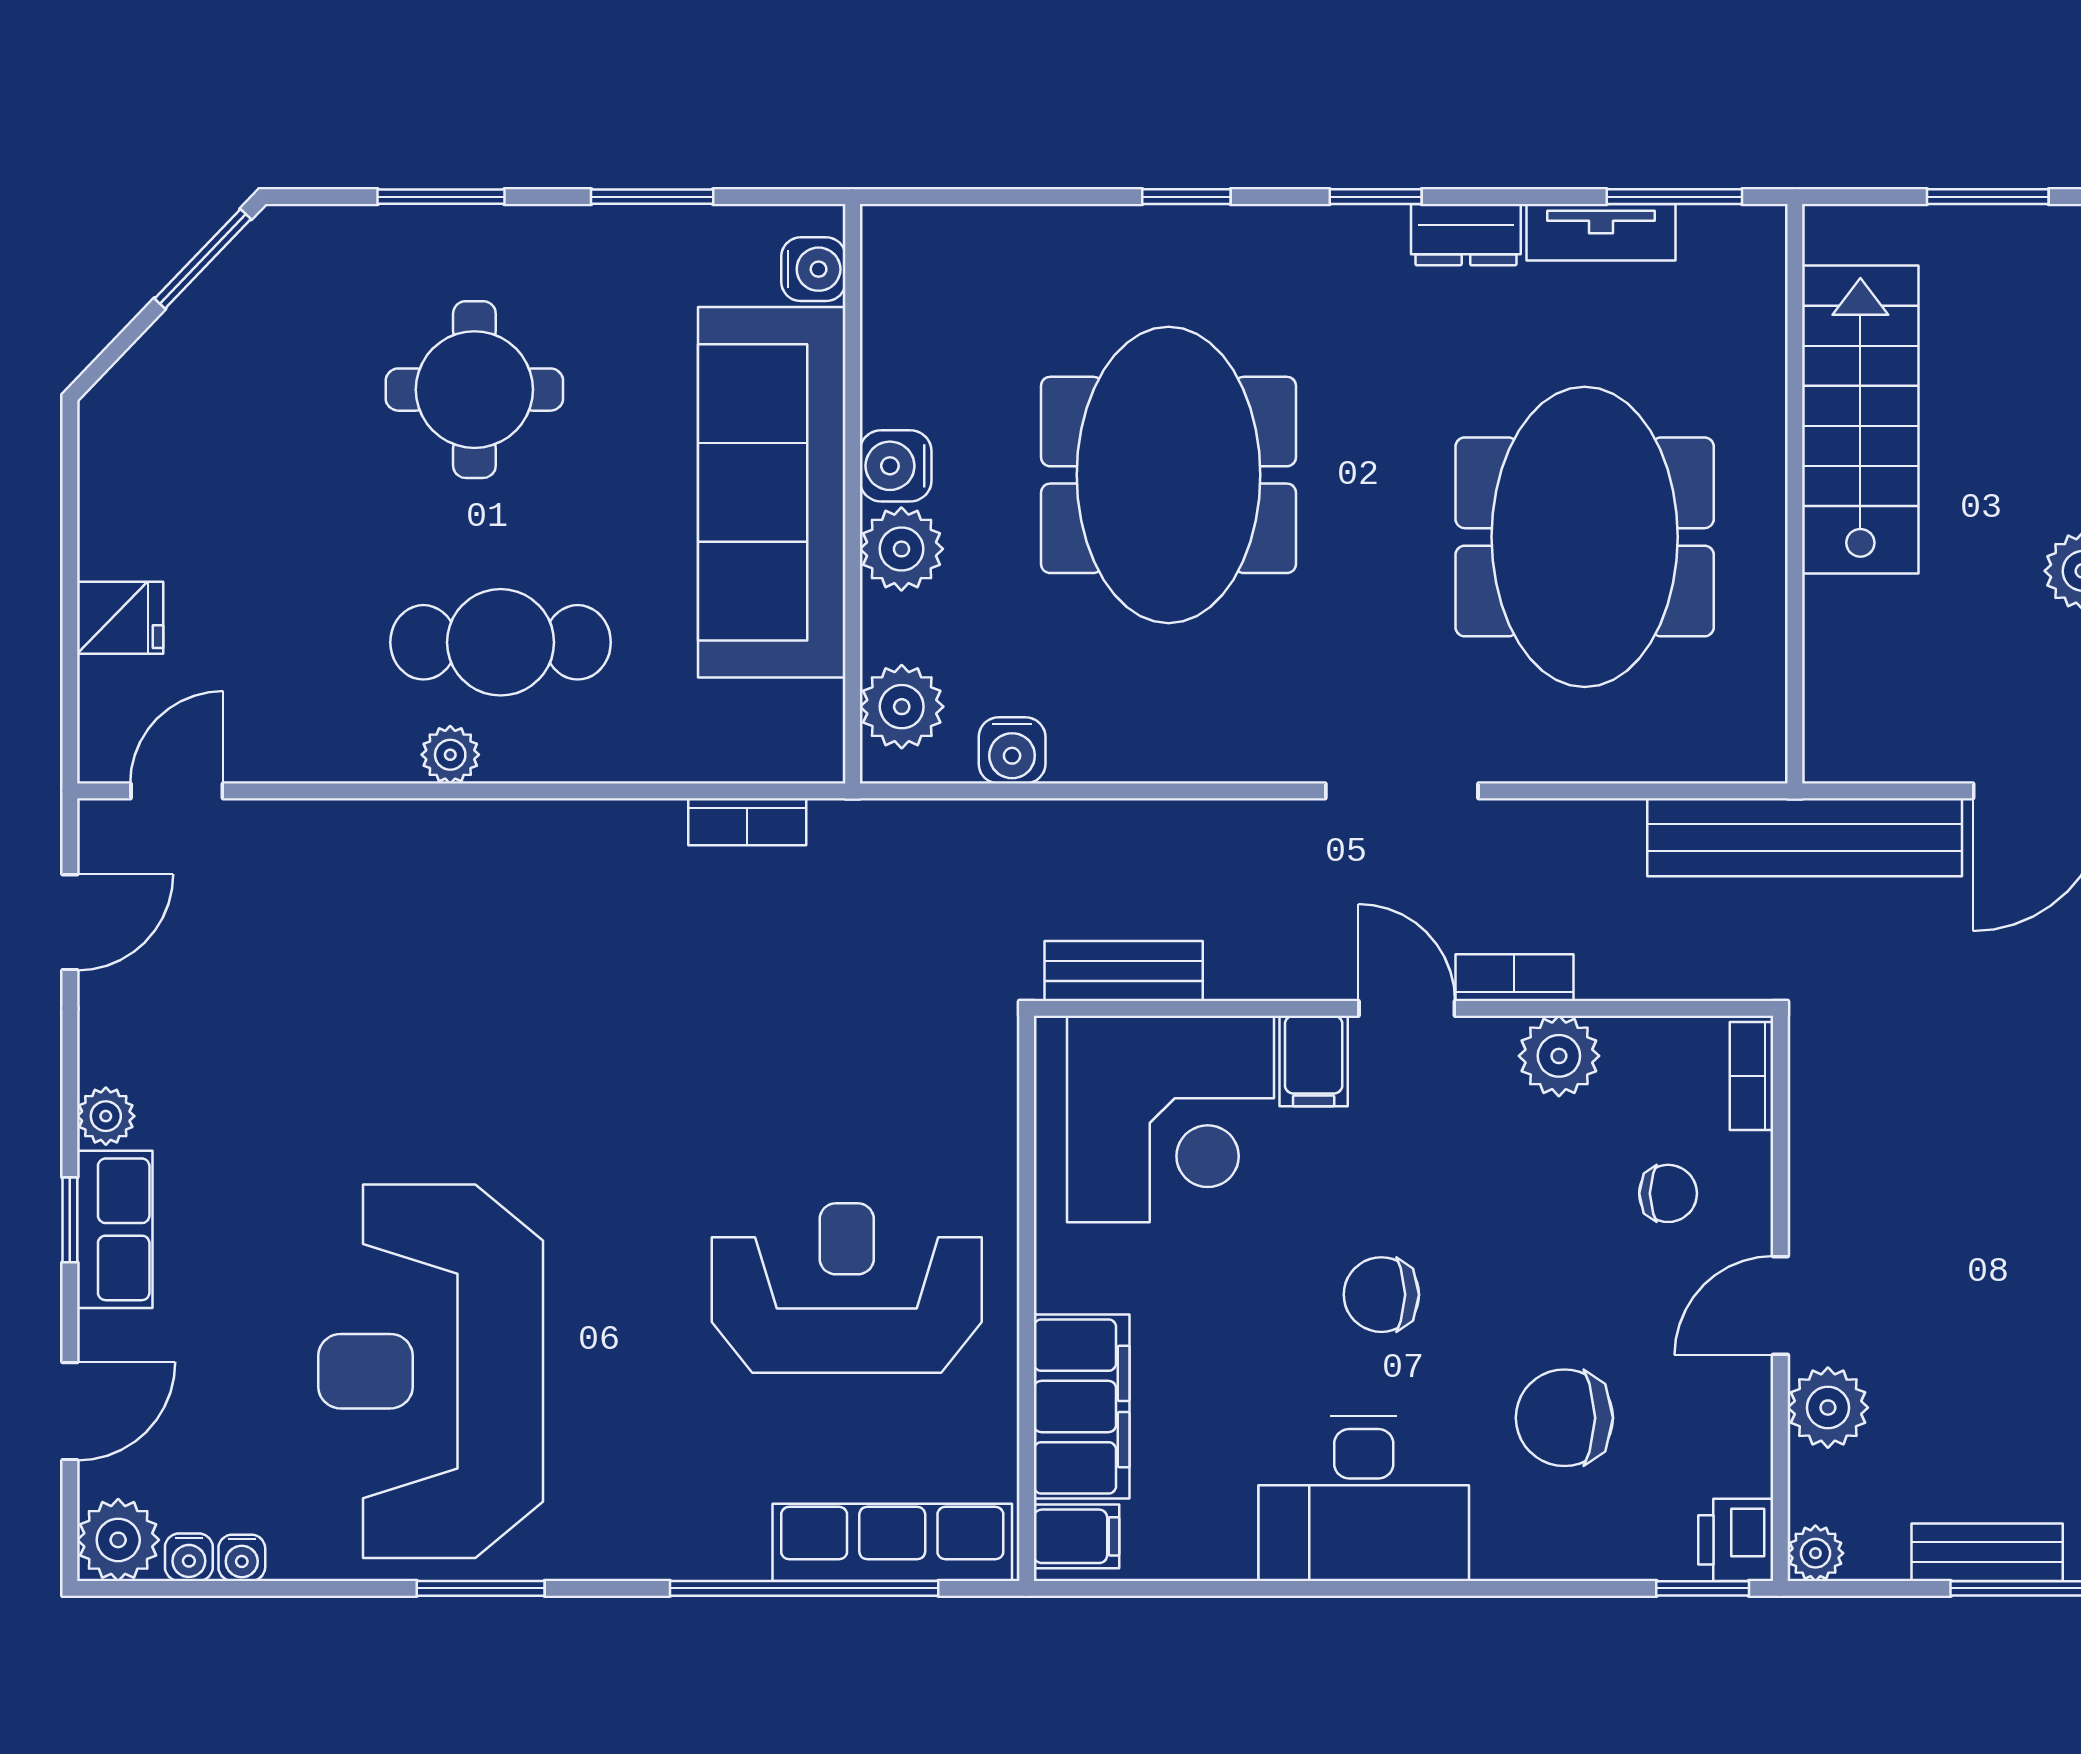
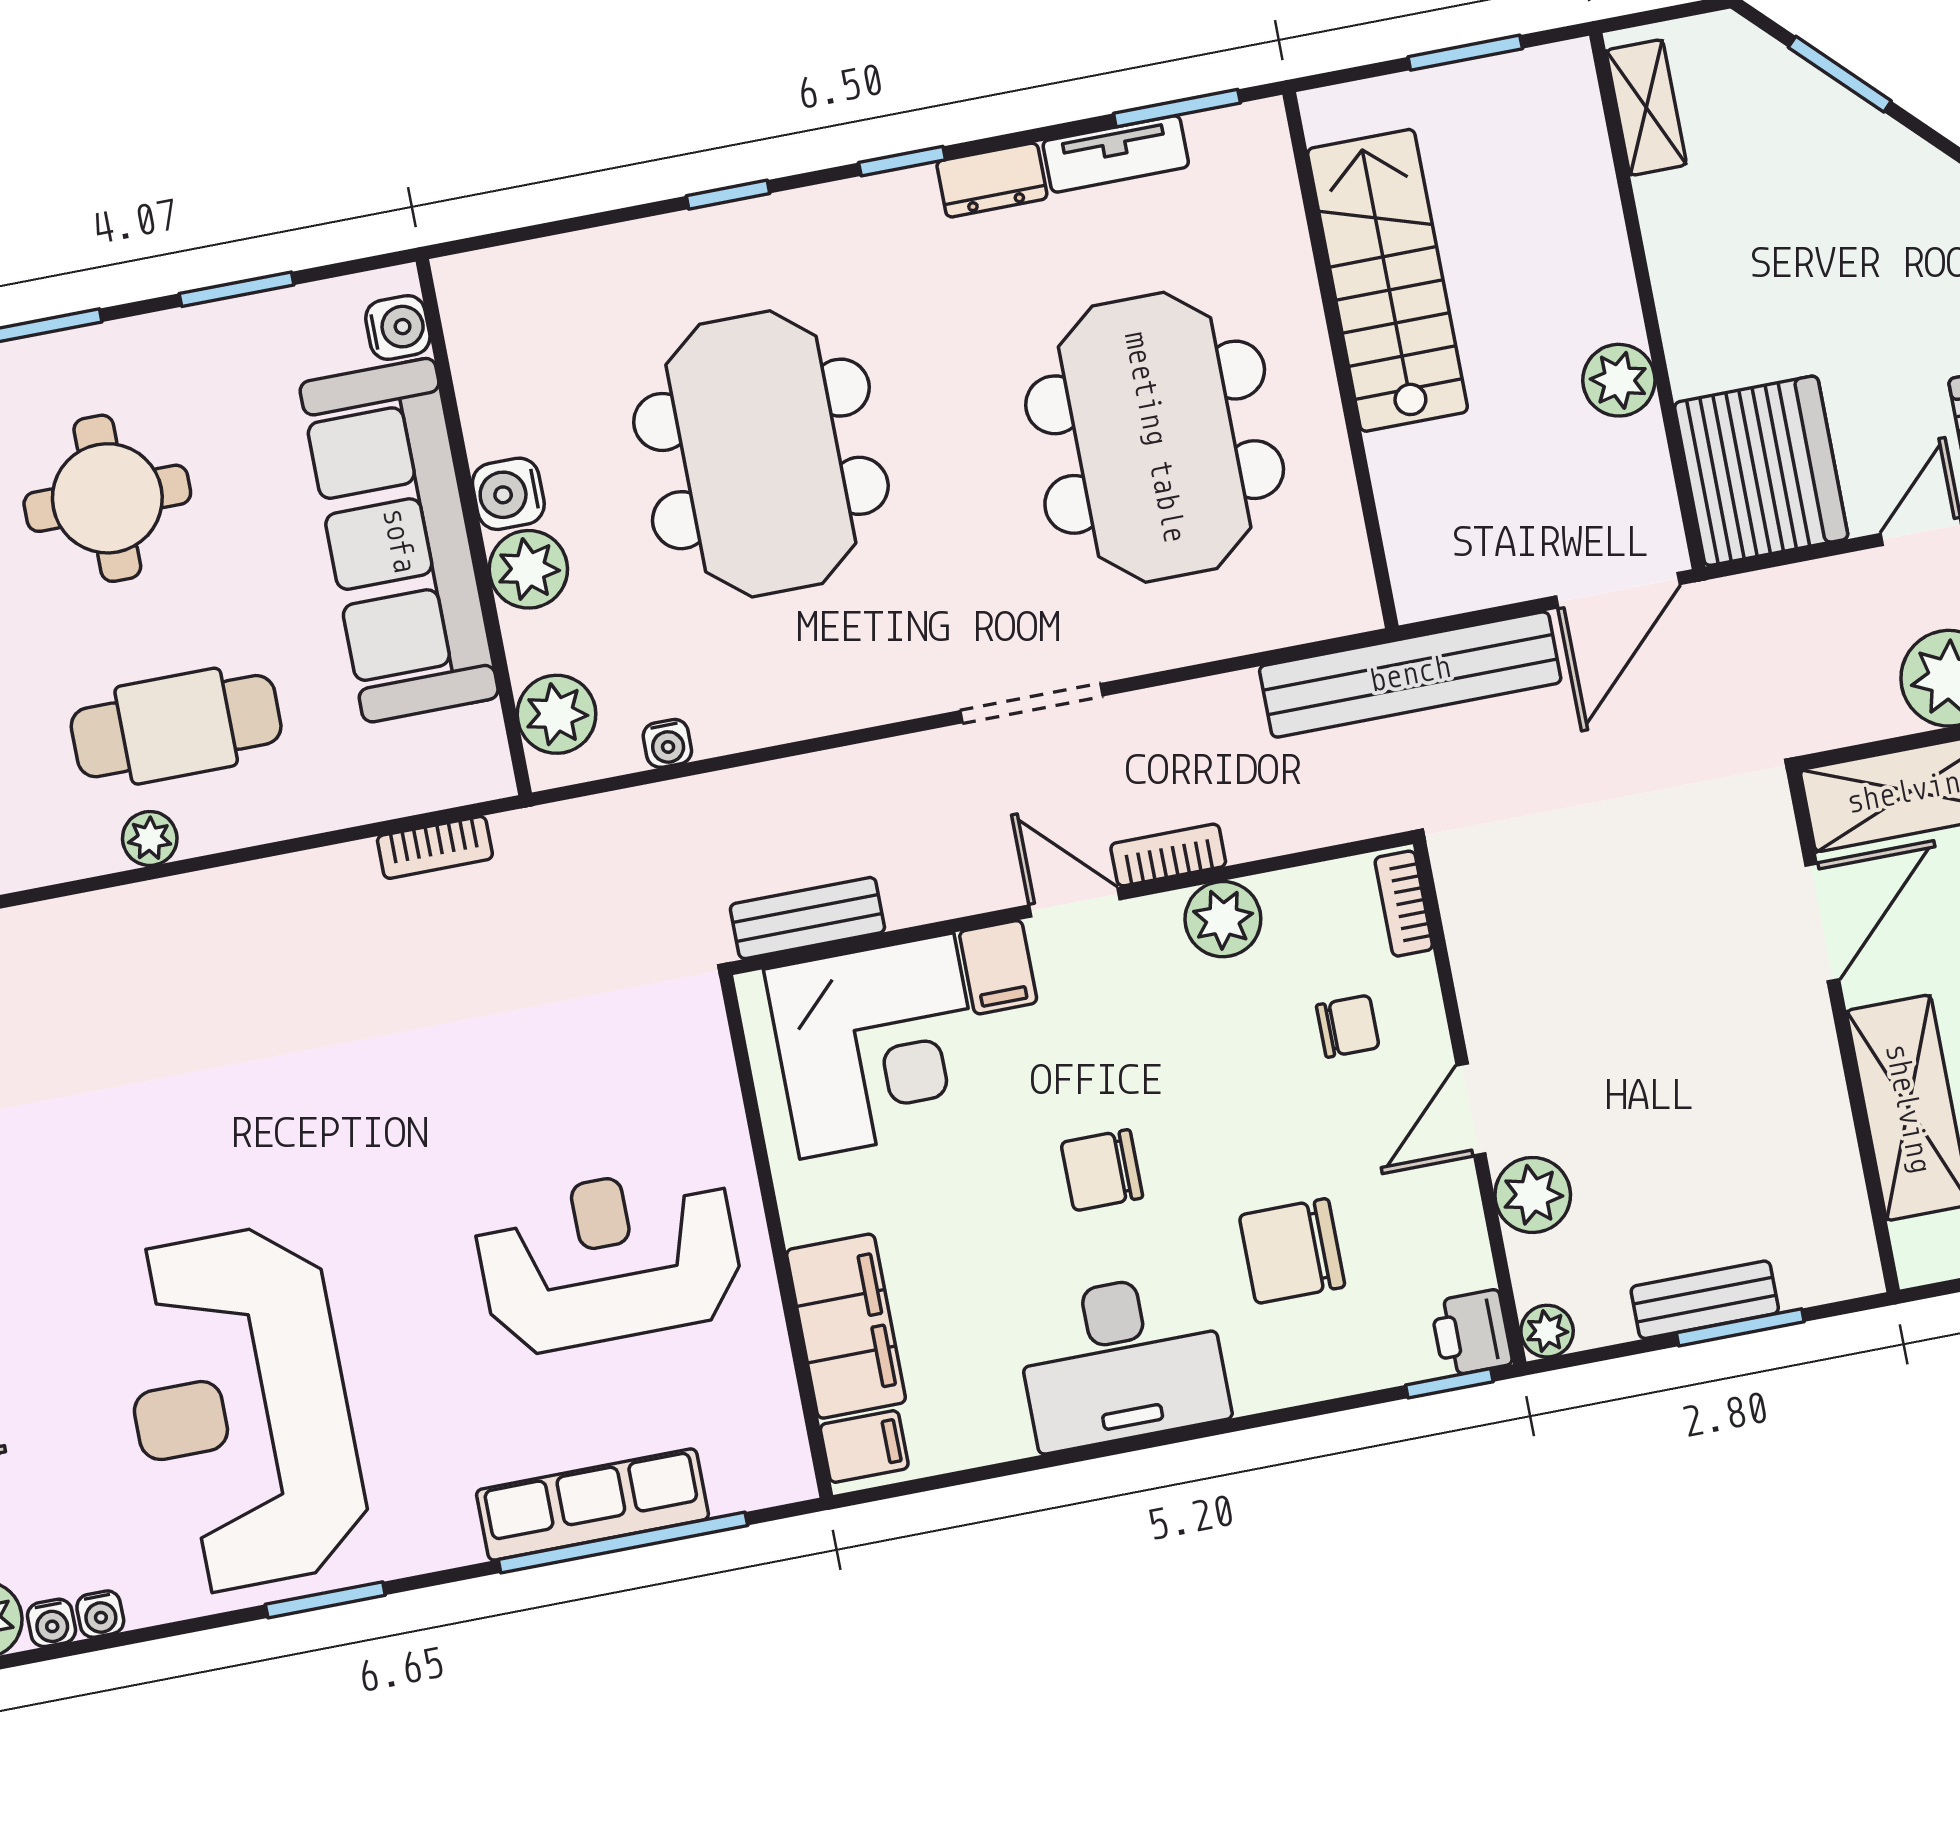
water cooler: (1012, 750) -> (667, 743), width x0.72, depth x0.72
row of seats: (892, 1542) -> (592, 1505), moved

